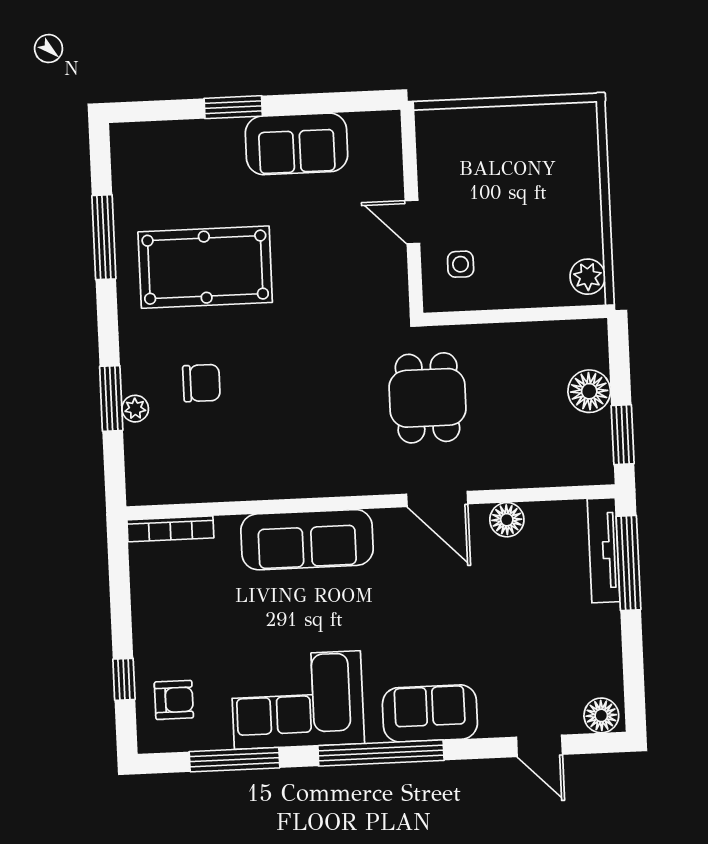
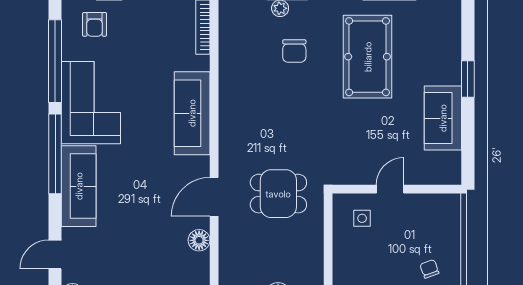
chair: (535, 154) -> (429, 269), added
sofa: (430, 713) -> (79, 186), width x1.36
window: (235, 760) -> (55, 61), width x1.46

